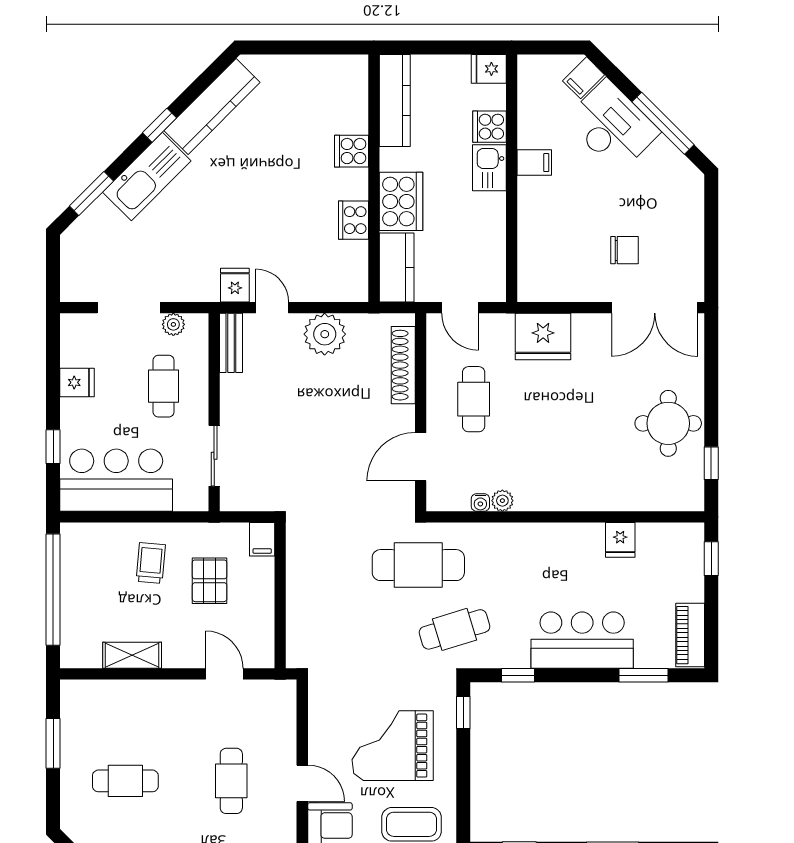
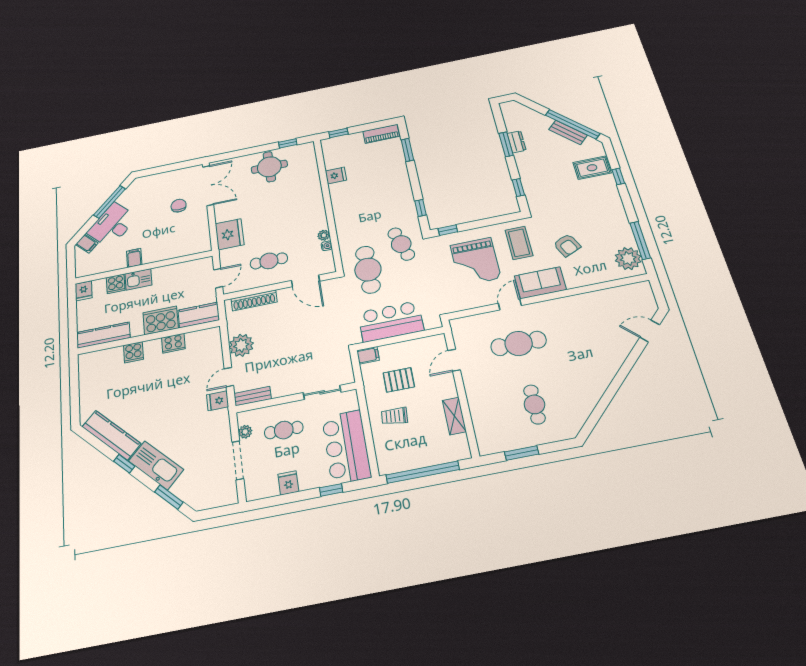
bar counter: (582, 640) -> (391, 321), moved, turned 90
cafe table: (231, 781) -> (519, 343), width x1.37, depth x1.35

